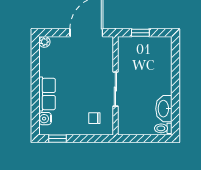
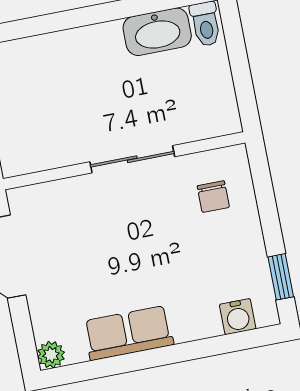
row of seats: (47, 94) -> (128, 333), moved

